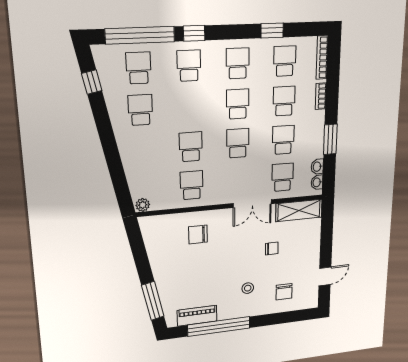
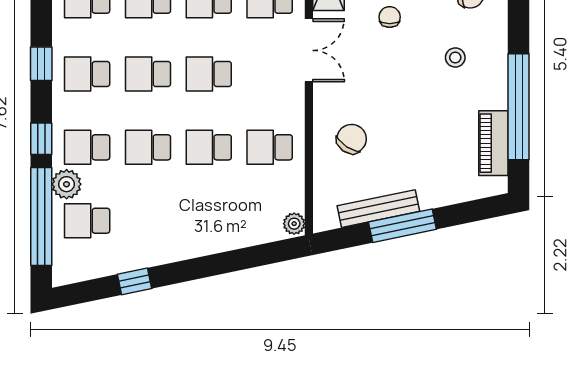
window: (272, 30) -> (41, 64), moved
plant: (163, 52) -> (67, 184), added
window: (92, 82) -> (134, 281), moved
school desk: (140, 110) -> (148, 147), moved
chair: (198, 234) -> (352, 139), turned -146
bench: (155, 255) -> (378, 209), added
window: (153, 301) -> (402, 226), moved

